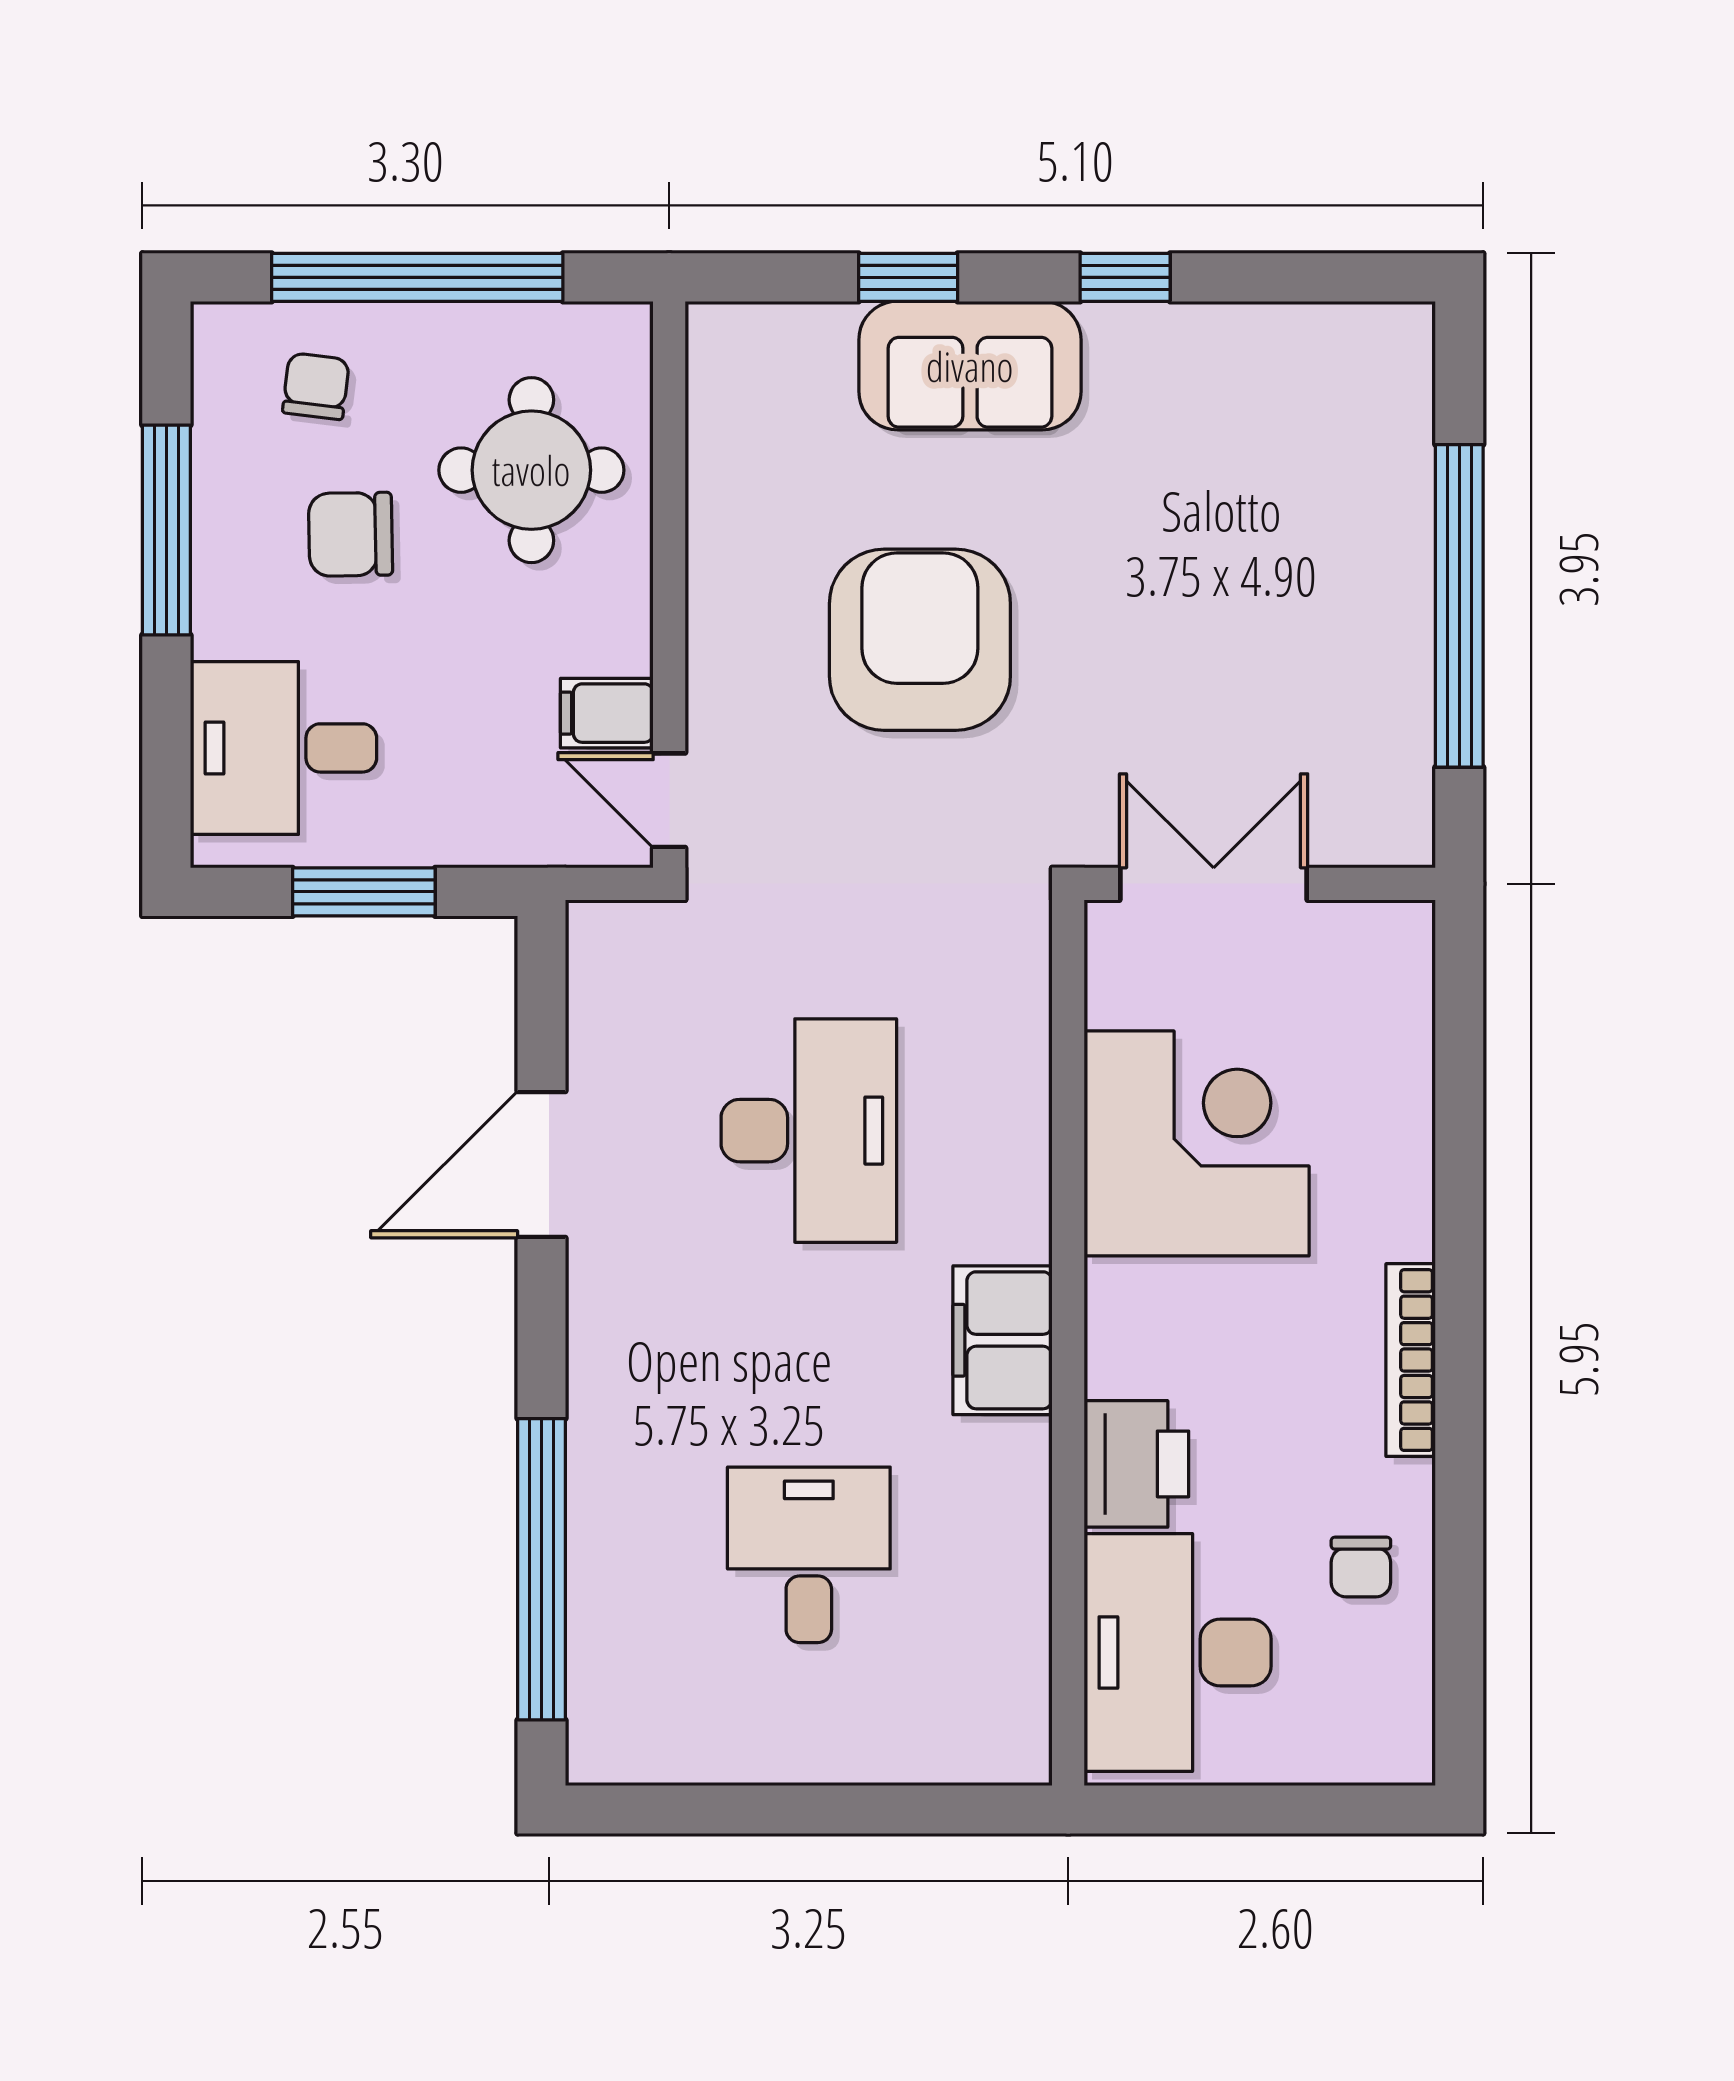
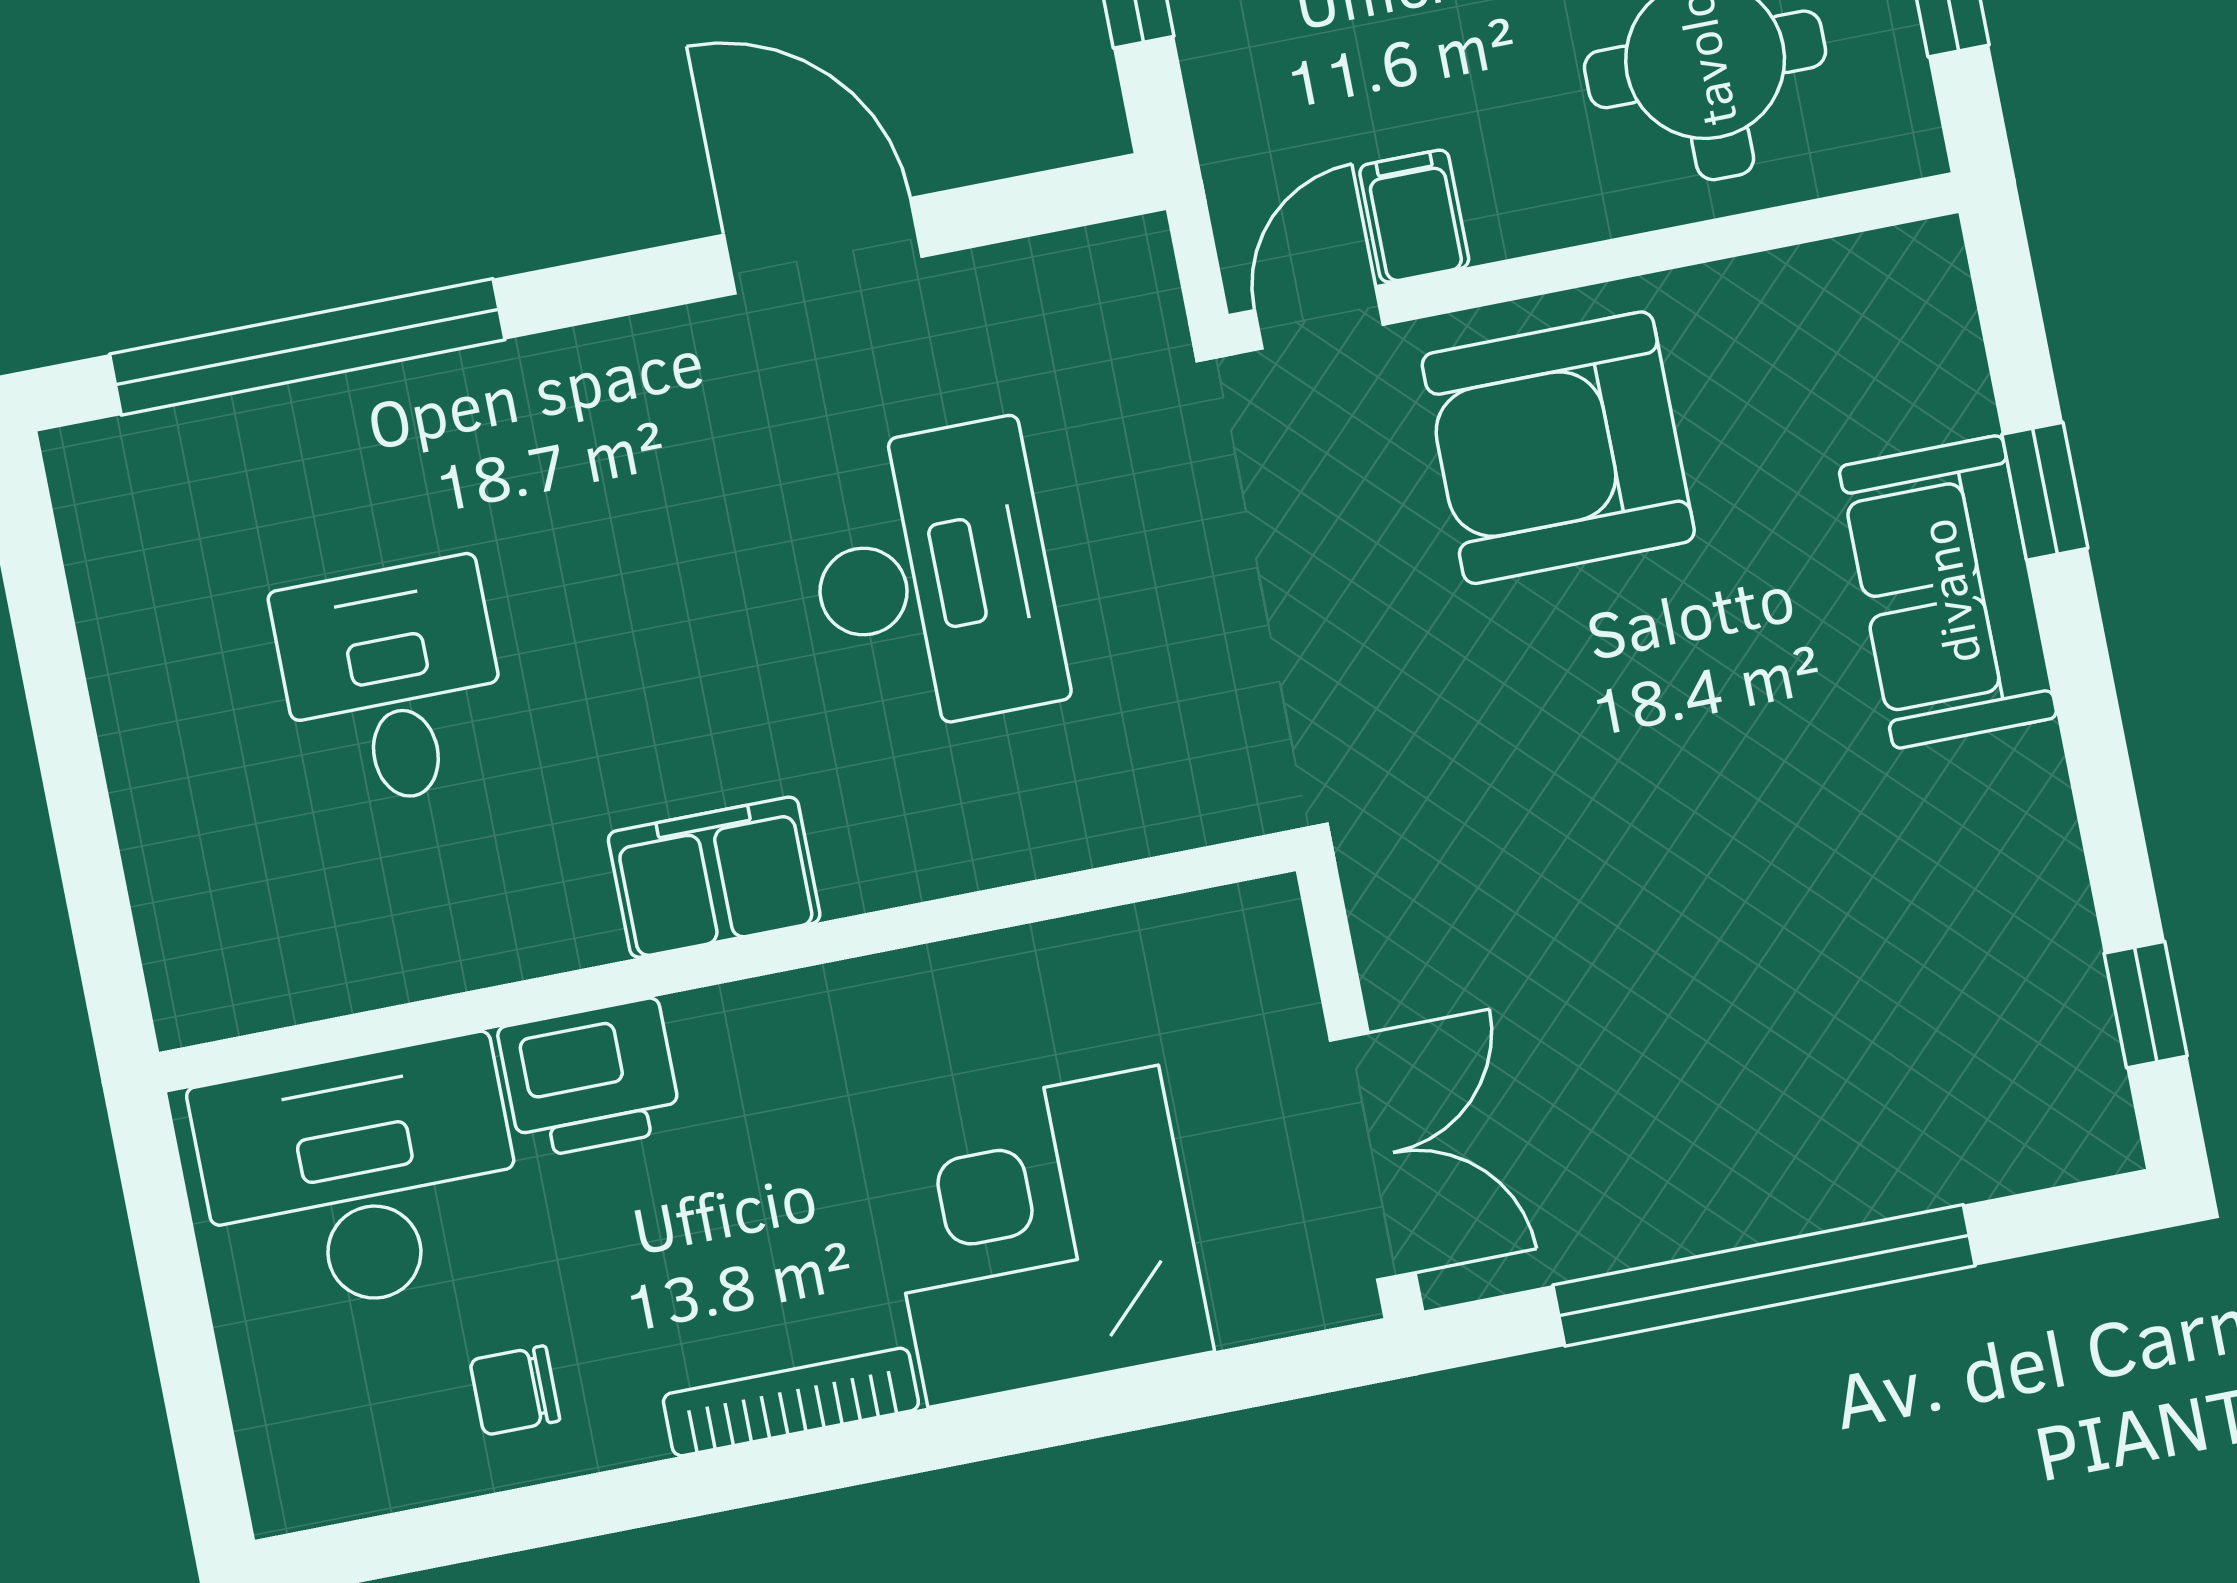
window: (1125, 277) -> (2146, 1005), moved
armchair: (920, 640) -> (1558, 448), moved, turned 180
double door: (1214, 884) -> (1373, 1156), moved
desk: (809, 1131) -> (933, 578), turned -90
corner desk: (1197, 1143) -> (1043, 1236), moved, turned 180
desk: (809, 1555) -> (392, 684), turned -90

